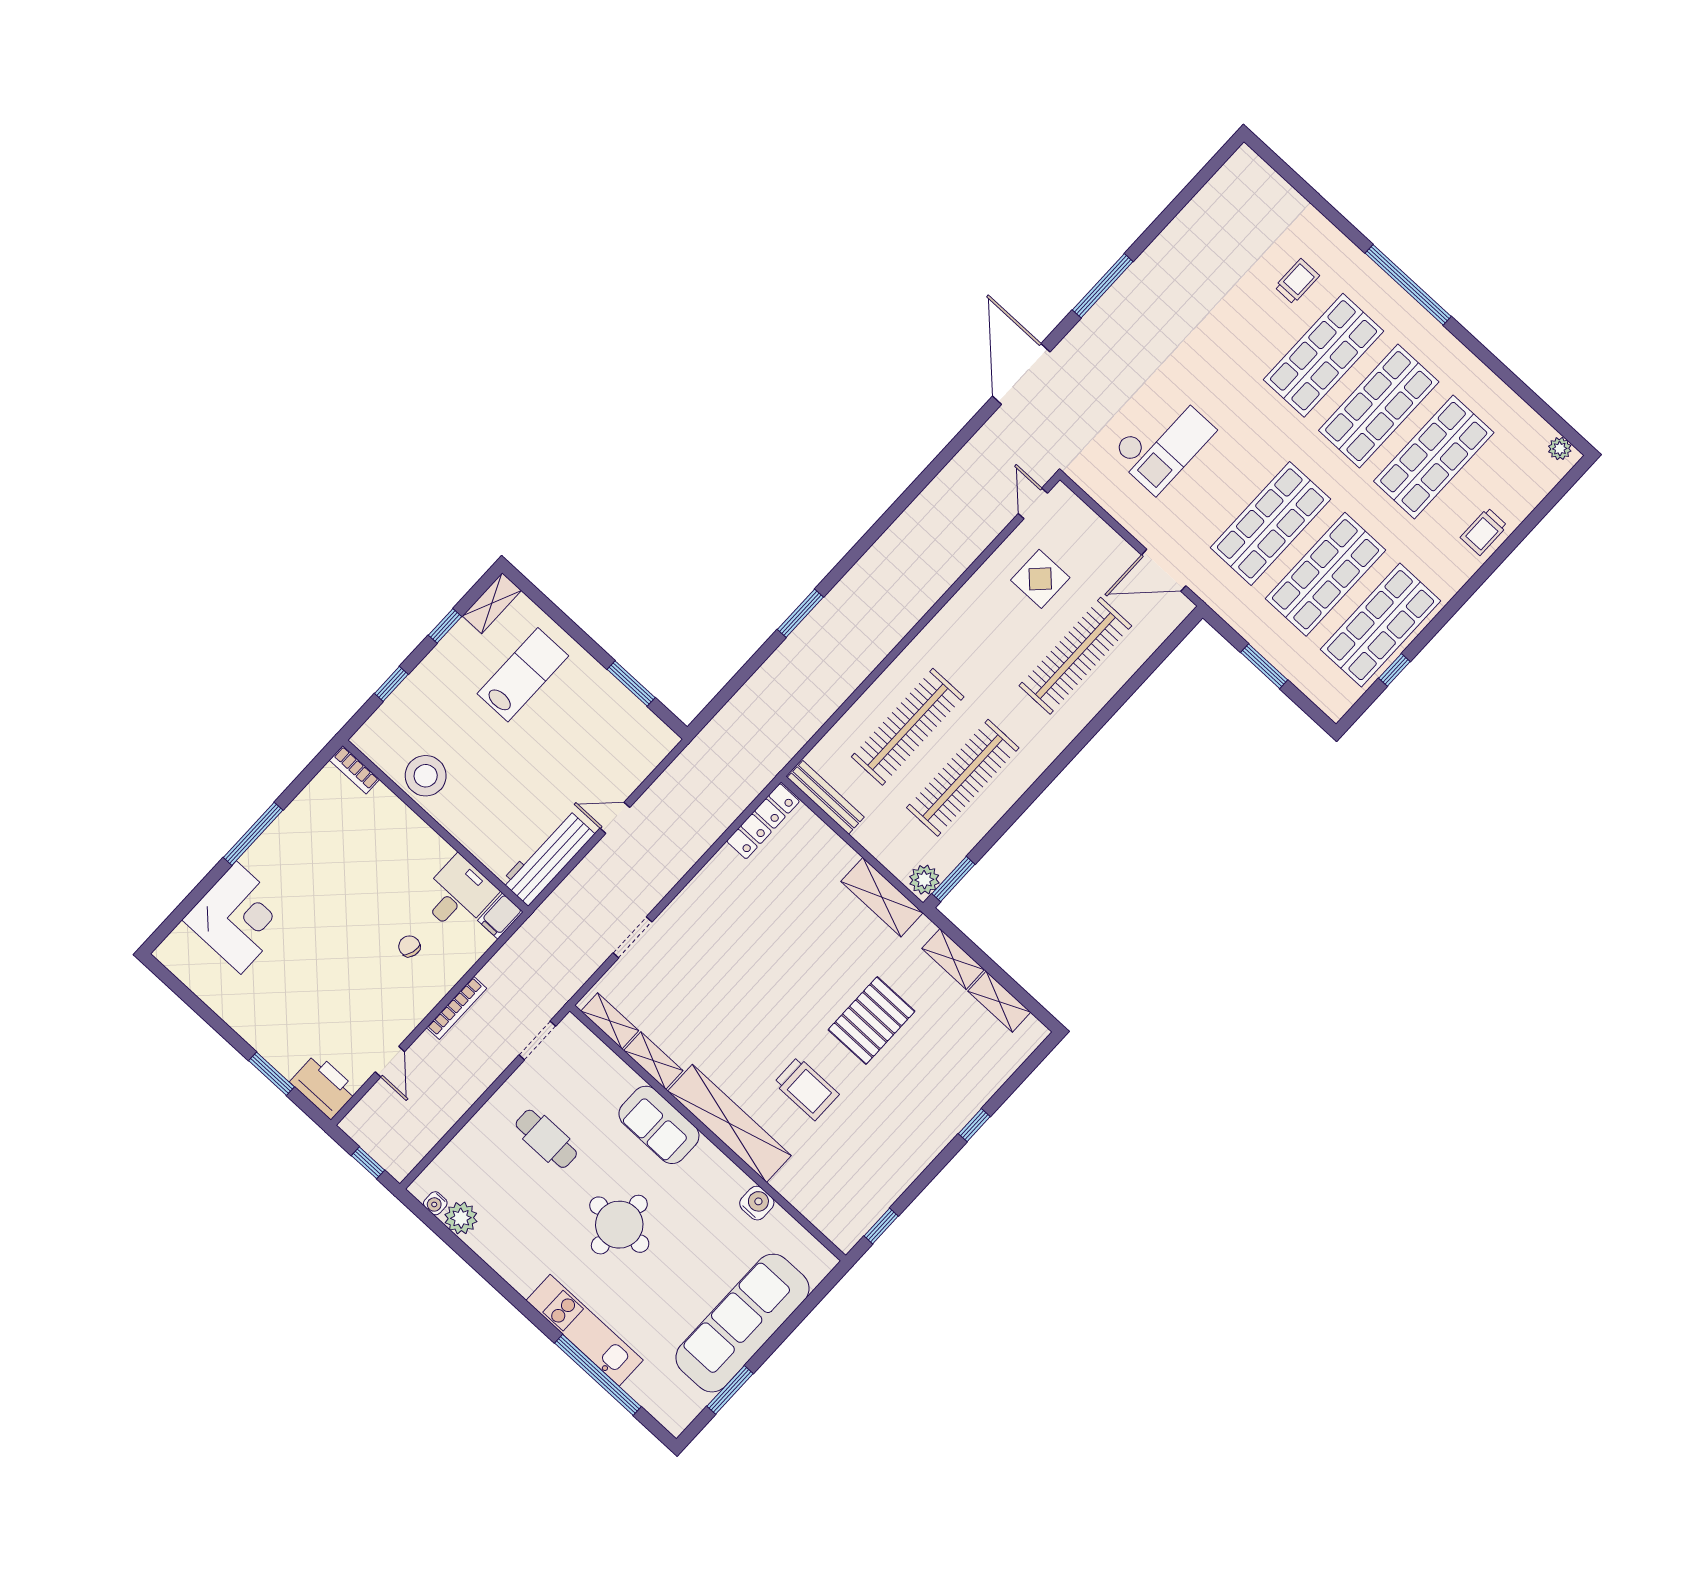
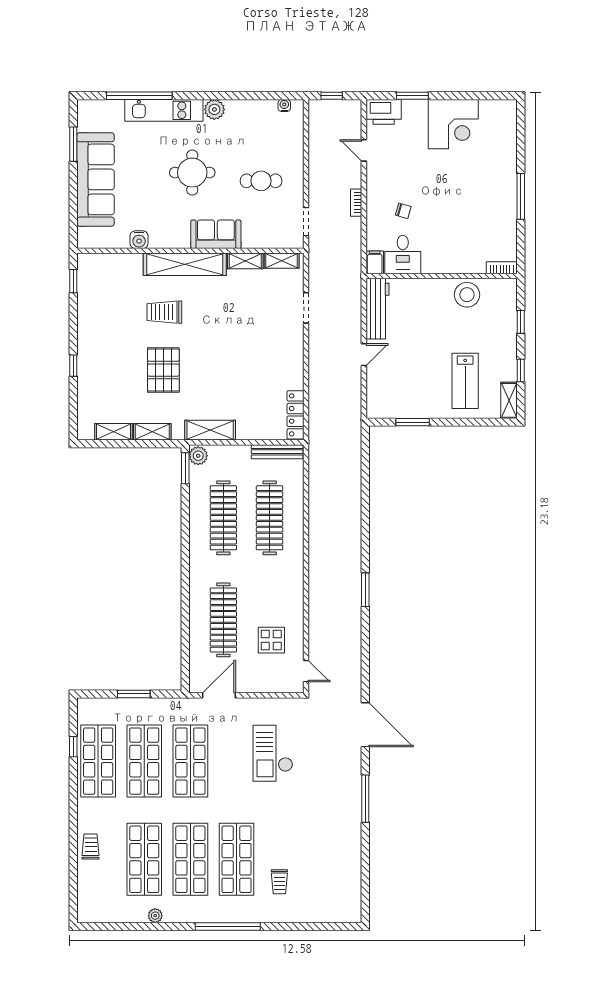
plant: (1560, 449) -> (155, 916), moved
window: (800, 613) -> (365, 590), moved
corner desk: (239, 918) -> (453, 124), moved, turned -90
bookcase: (456, 1008) -> (356, 203), width x0.64
plant: (461, 1218) -> (214, 109), moved

